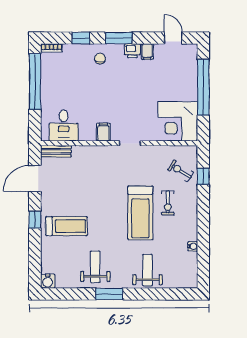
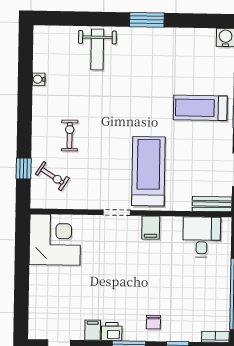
window: (203, 87) -> (22, 283), removed
treadmill: (140, 213) -> (148, 171), moved
weight bench: (95, 267) -> (164, 55), removed

